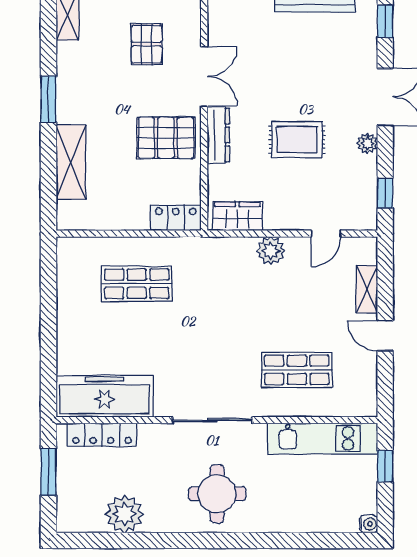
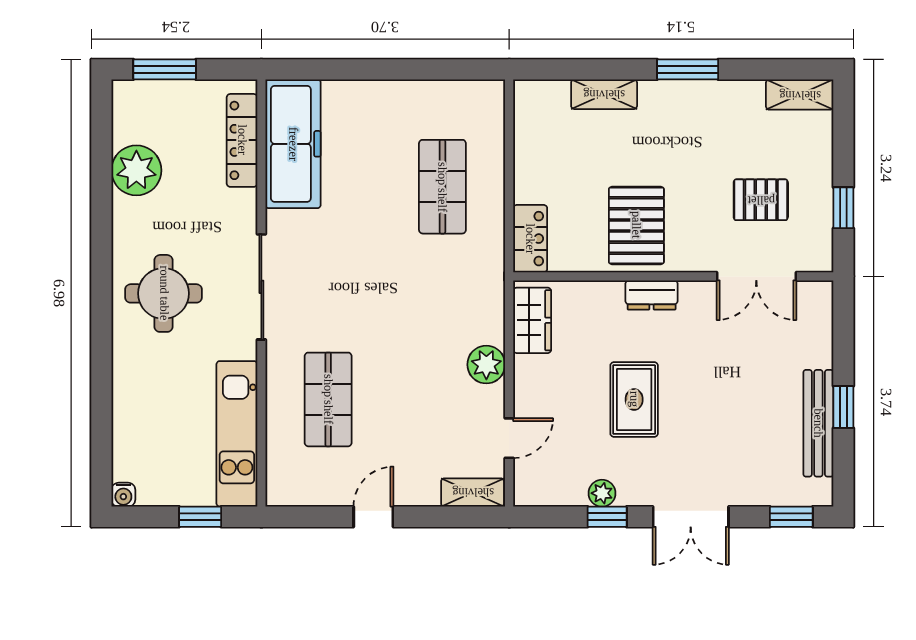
double door: (204, 76) -> (756, 276), moved
dresser: (218, 135) -> (652, 295), width x0.70
plant: (367, 143) -> (602, 493), moved
shelving: (71, 162) -> (604, 94), width x0.67, depth x0.75
window: (385, 193) -> (607, 517), moved
door: (326, 234) -> (509, 438), swing flipped
shelving: (367, 289) -> (473, 492), moved
window: (48, 472) -> (165, 69), moved

